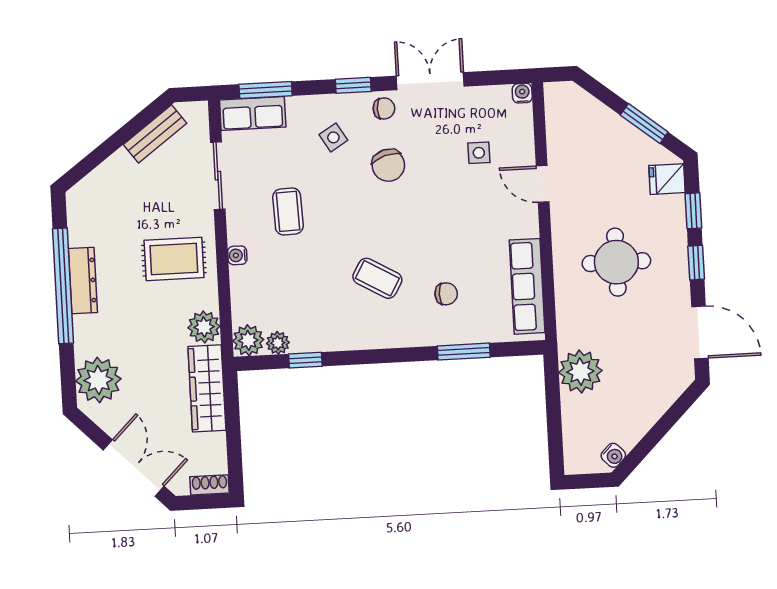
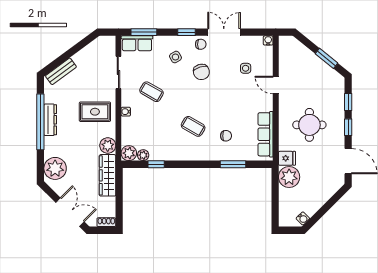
bench: (155, 134) -> (61, 71), moved
fridge: (667, 179) -> (287, 158), moved, turned 180
coffee table: (288, 211) -> (151, 92), turned -58

